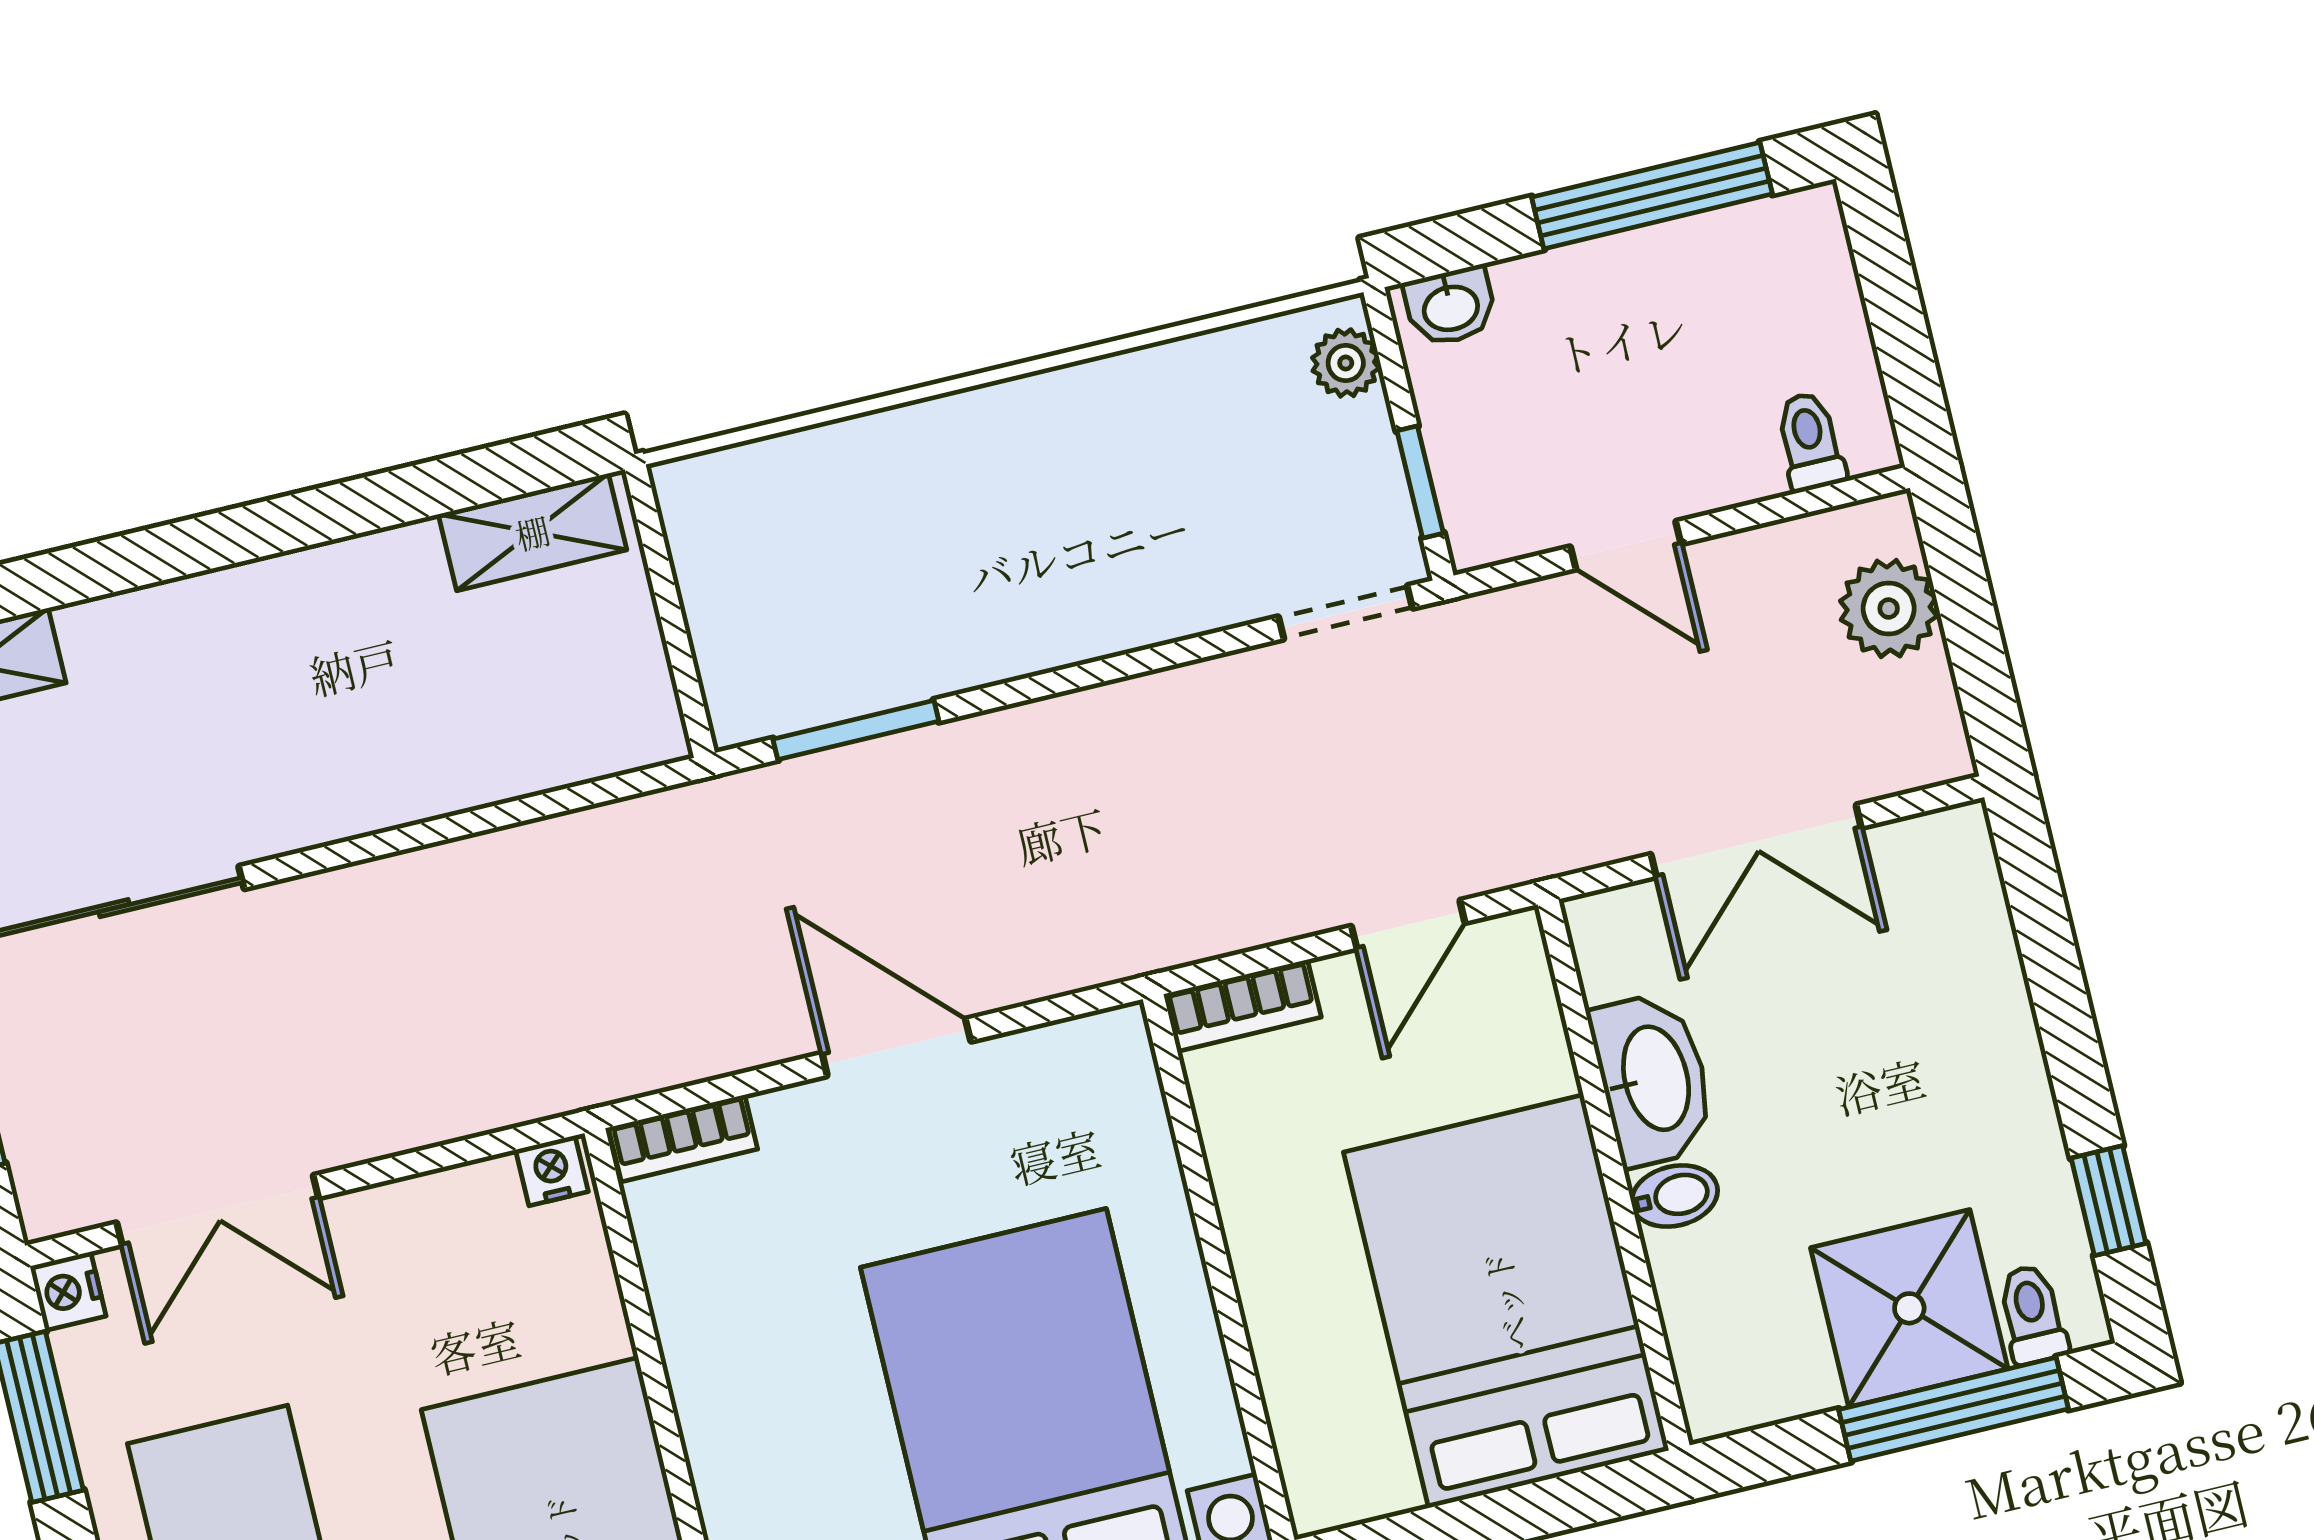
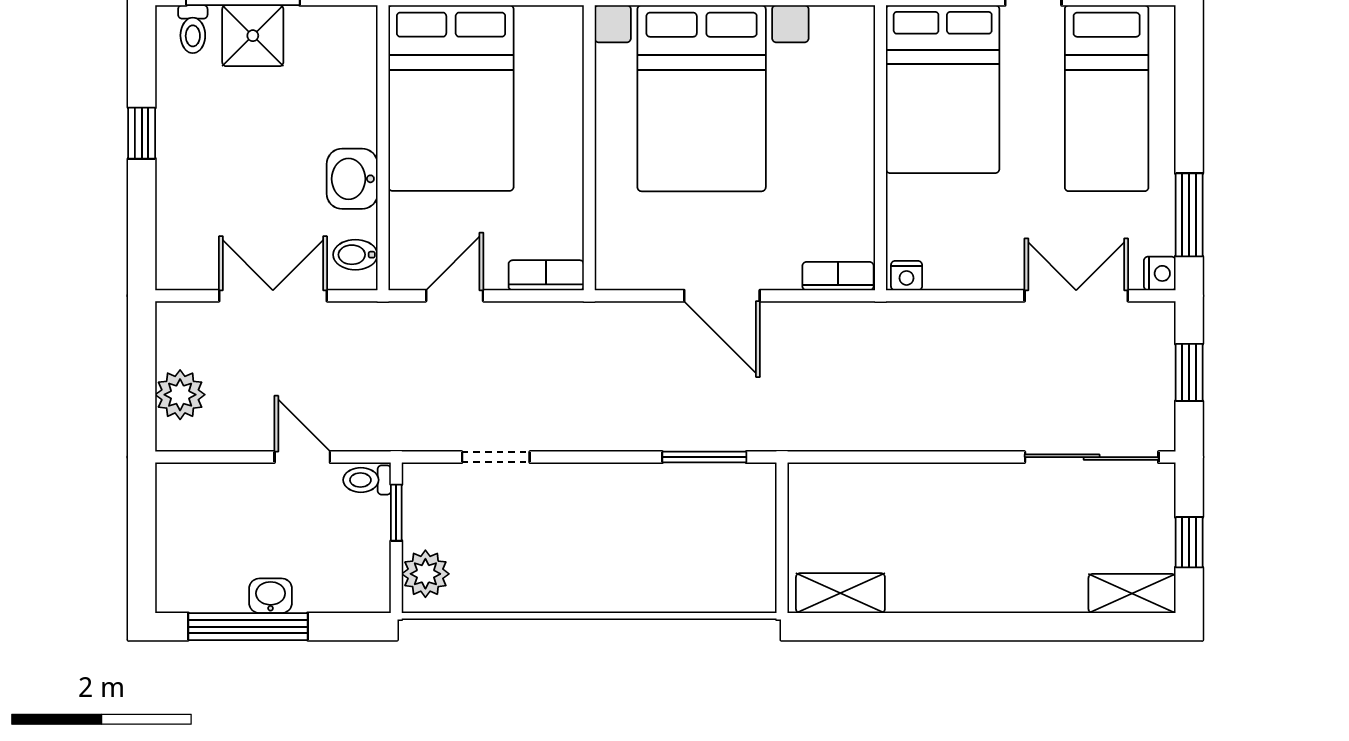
washbasin: (1450, 306) -> (271, 596), moved
plant: (1346, 363) -> (425, 574), width x1.38, depth x1.38
toilet: (1810, 442) -> (367, 480), moved, turned 90
doorway: (1346, 612) -> (496, 457), moved
washbasin: (1653, 1079) -> (352, 179), width x0.72
bidet: (1675, 1196) -> (355, 255), moved
window: (2108, 1201) -> (142, 133), moved
shower: (1909, 1308) -> (253, 36), width x0.73, depth x0.73

